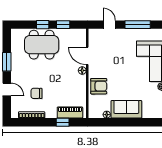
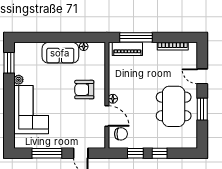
dining table: (42, 45) -> (174, 106), moved, turned 90
armchair: (99, 86) -> (84, 90), moved
chair: (37, 93) -> (121, 134), moved
window: (63, 122) -> (136, 37), width x2.17

